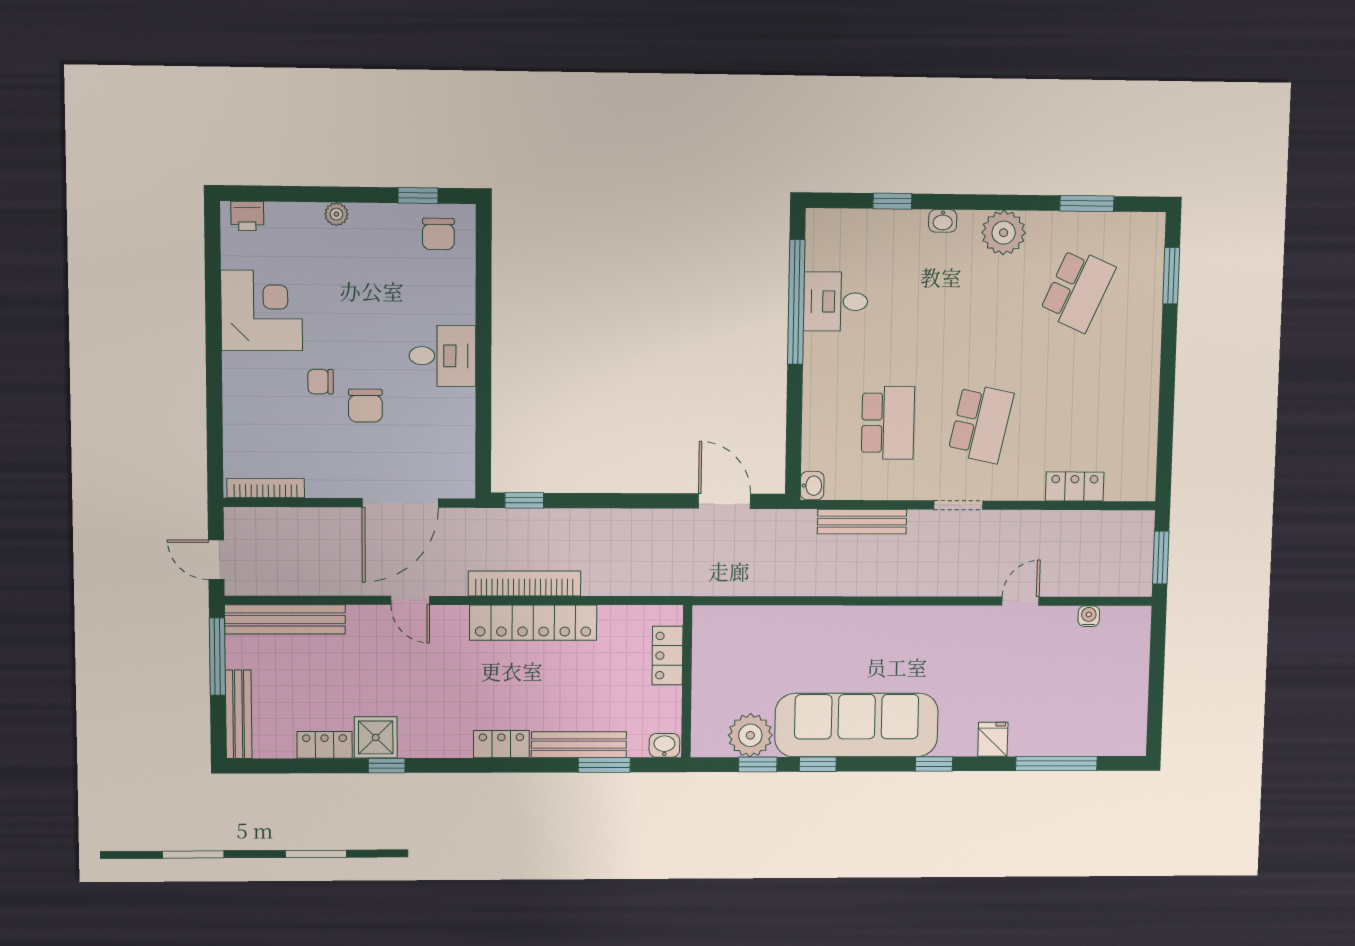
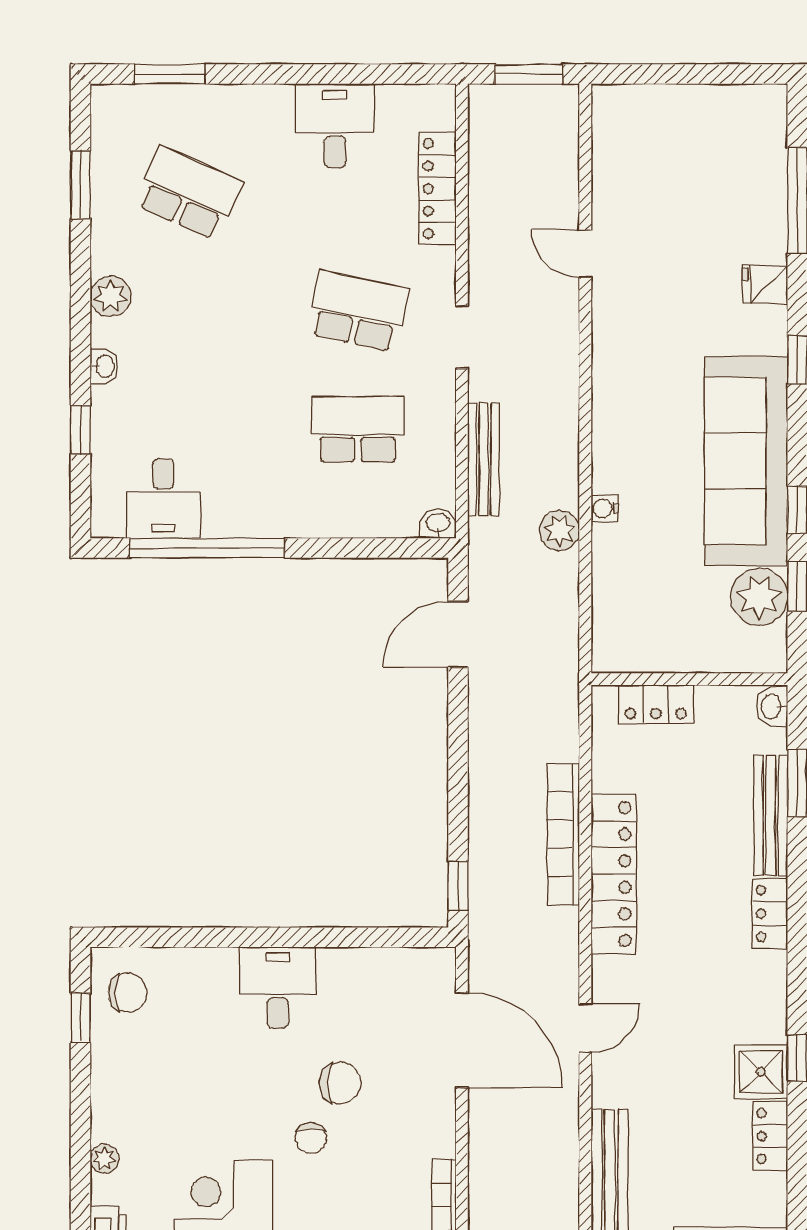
plant: (336, 214) -> (105, 1159), moved
plant: (1004, 233) -> (111, 296), width x0.73, depth x0.73
desk: (836, 302) -> (163, 499), moved
desk: (1126, 406) -> (335, 126), added
locker: (1075, 486) -> (438, 188), width x1.53
plant: (805, 581) -> (559, 531), added
bookcase: (524, 583) -> (563, 834), moved
water cooler: (1089, 616) -> (605, 508), moved

